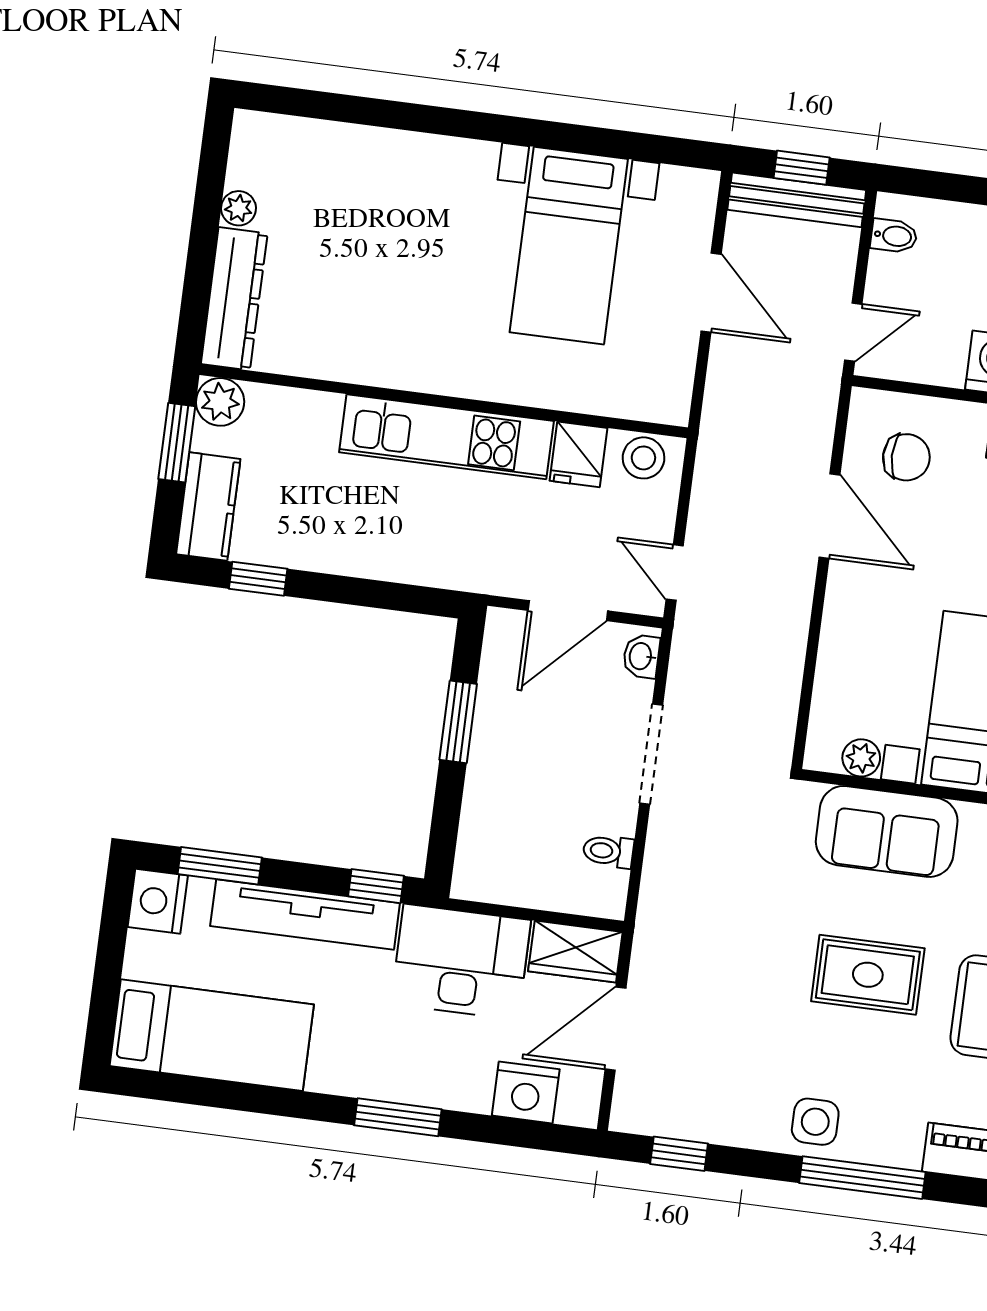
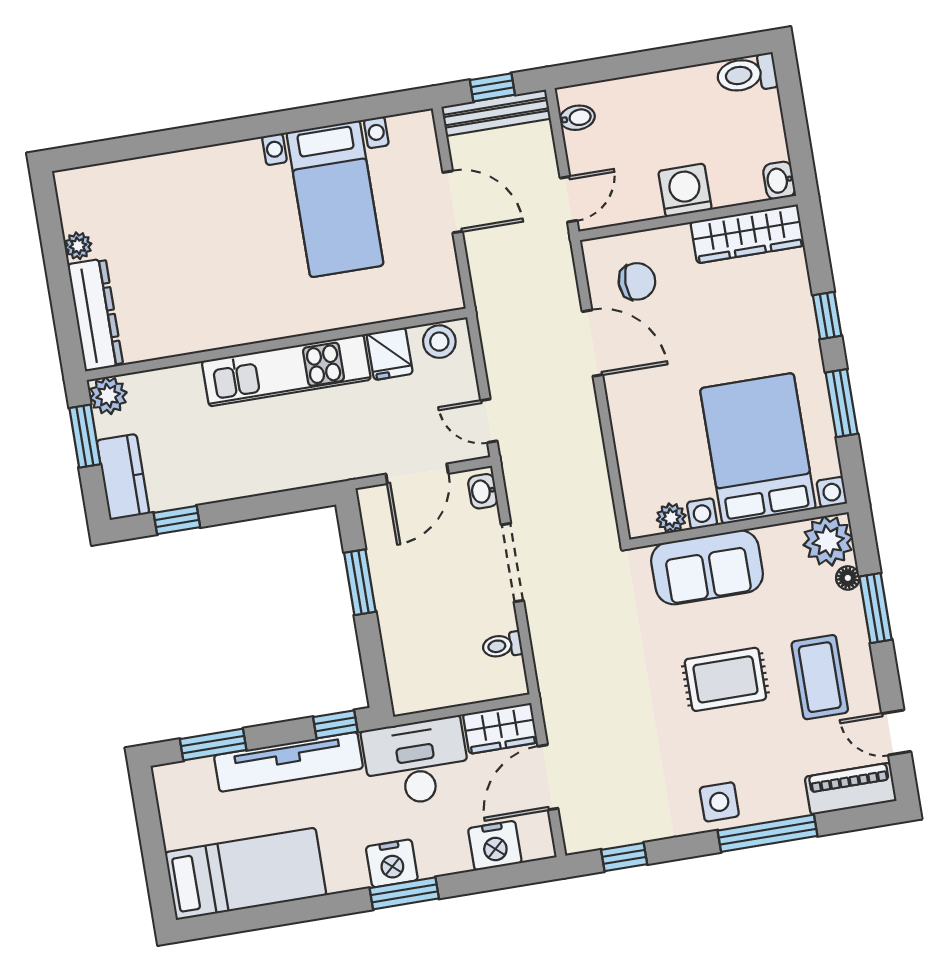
nightstand: (158, 901) -> (392, 863), moved, turned -90

